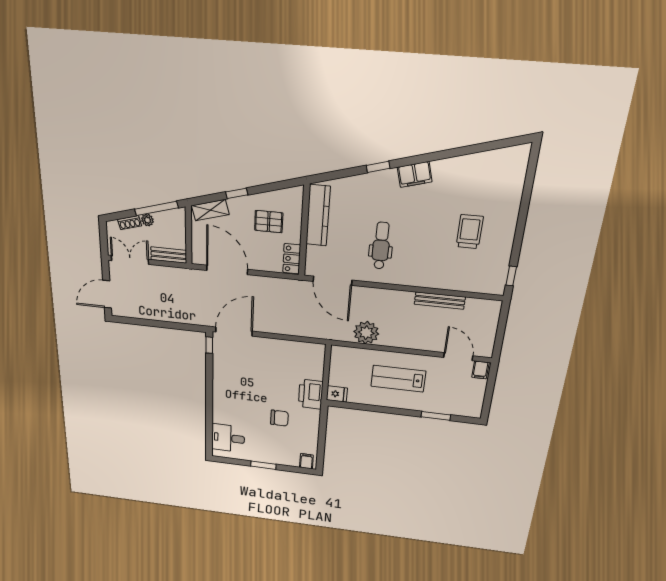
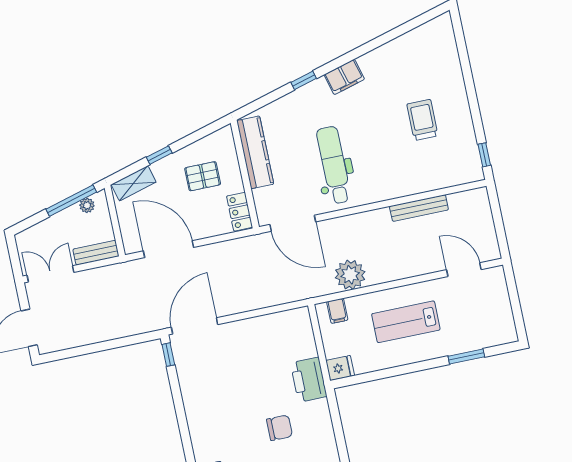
plant: (147, 220) -> (87, 205), moved
shoe rack: (130, 223) -> (43, 227), removed
dental chair: (381, 246) -> (334, 165), width x1.36, depth x1.38
filing cabinet: (480, 370) -> (337, 311), moved

